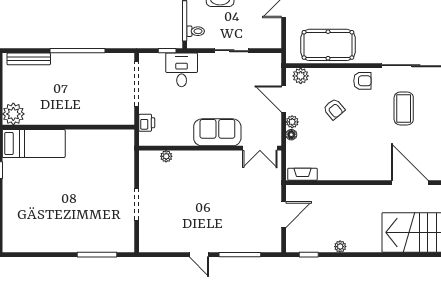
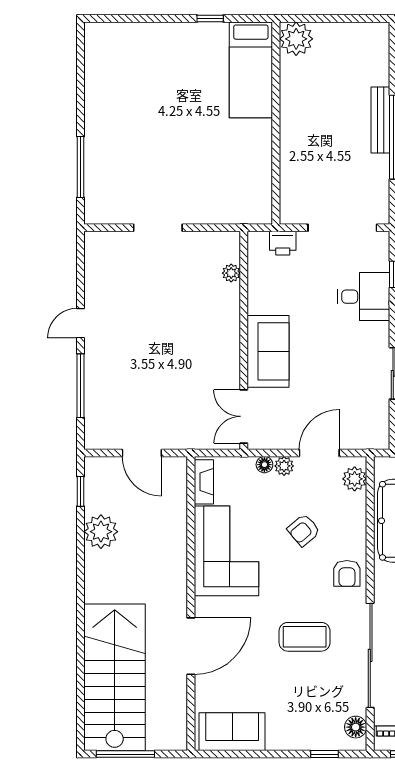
bench: (29, 59) -> (380, 120), moved
corner sofa: (348, 159) -> (226, 551), added
plant: (340, 247) -> (101, 532), width x1.87, depth x1.87

